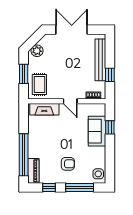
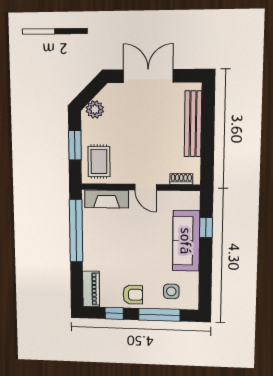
window: (110, 75) -> (207, 147), removed
sofa: (97, 131) -> (186, 241), width x1.36
window: (24, 155) -> (76, 231), moved
armchair: (68, 164) -> (133, 295), moved
side table: (98, 174) -> (171, 291), moved

